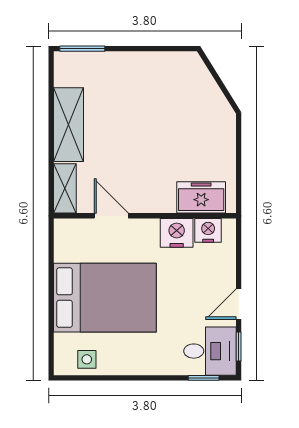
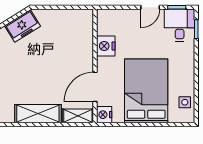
freezer: (201, 197) -> (22, 26), moved, turned -122
door: (111, 216) -> (95, 87), width x1.38
nightstand: (208, 230) -> (104, 115), moved
door: (239, 304) -> (150, 7), hinge flipped

